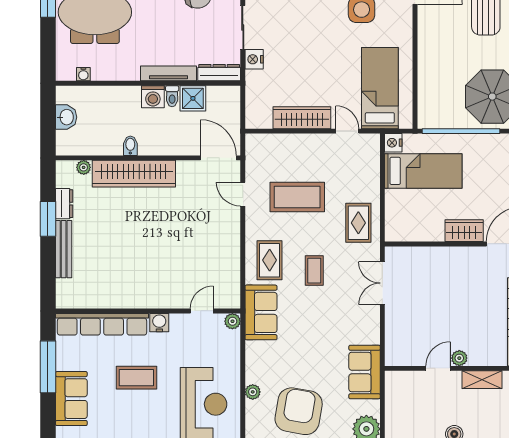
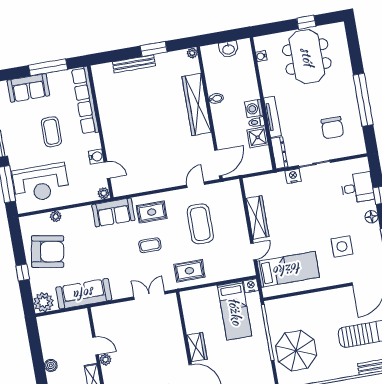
plant: (84, 167) -> (192, 53), moved
dresser: (64, 204) -> (166, 59), removed
water cooler: (159, 323) -> (96, 157), moved
sofa: (365, 372) -> (84, 294), width x1.36

